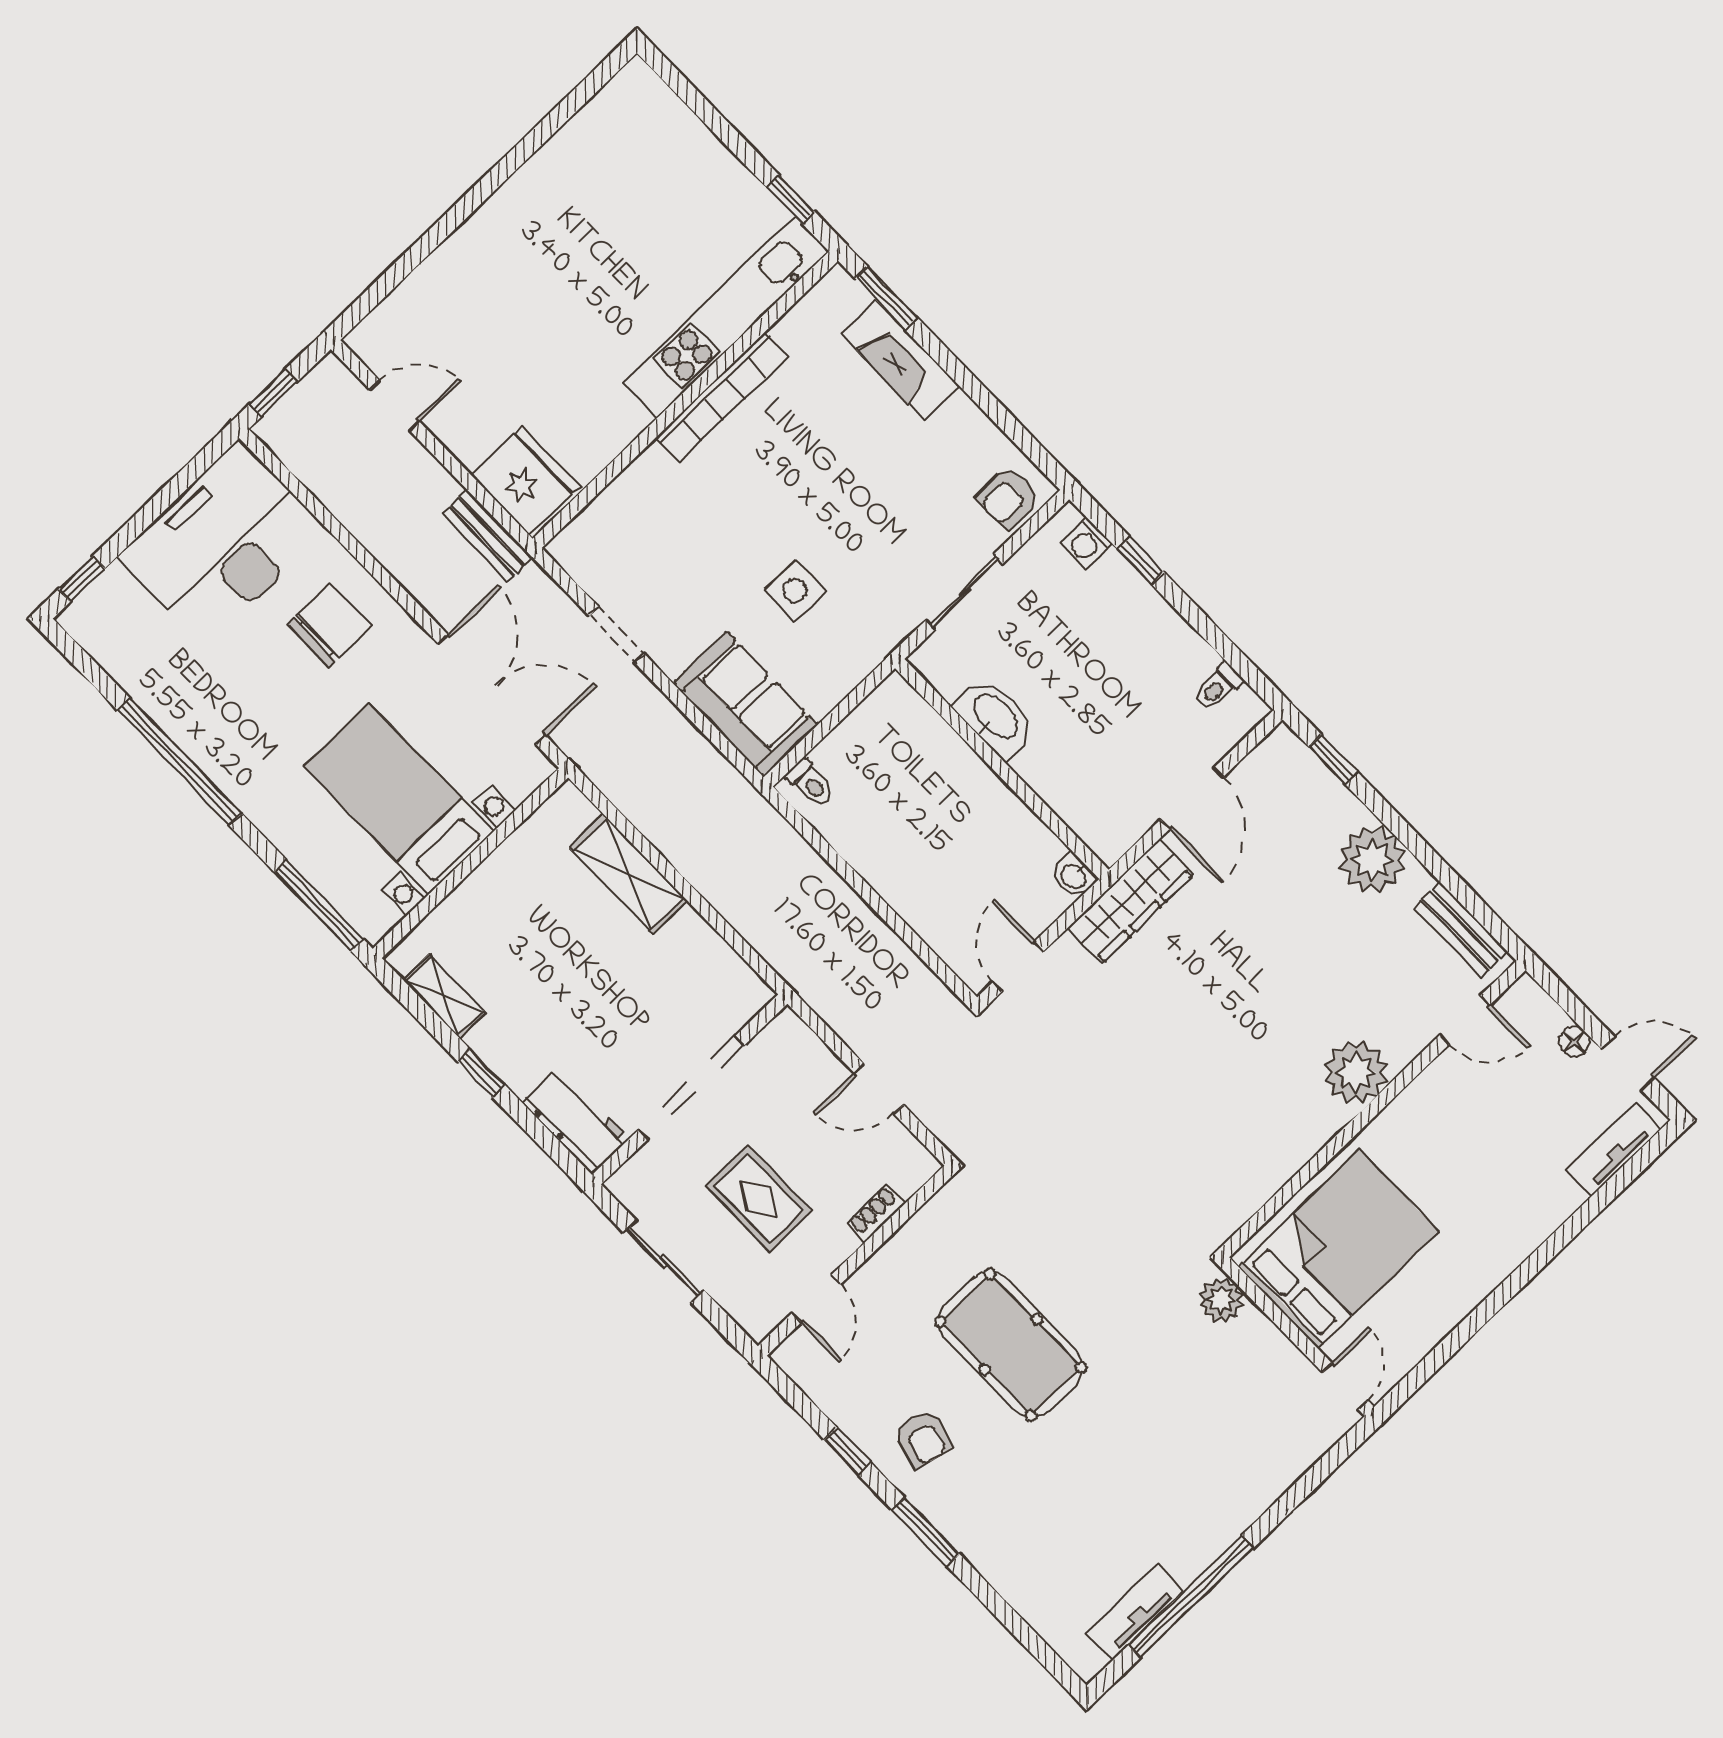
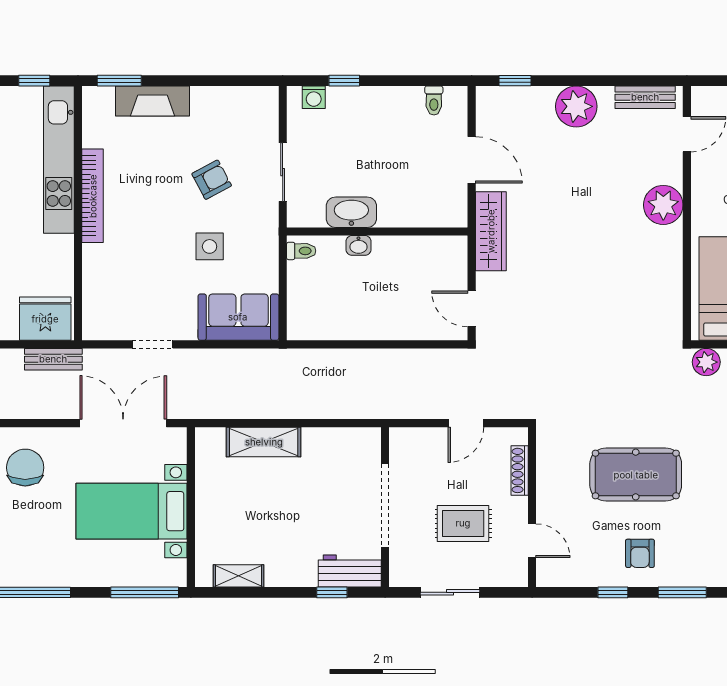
armchair: (1008, 498) -> (212, 180), moved, turned -118
toilet: (810, 783) -> (301, 251), moved
washbasin: (1074, 876) -> (358, 245), moved
window: (482, 1073) -> (332, 592), moved
shoe rack: (876, 1213) -> (520, 470), width x1.43
armchair: (923, 1438) -> (640, 553), turned 75

